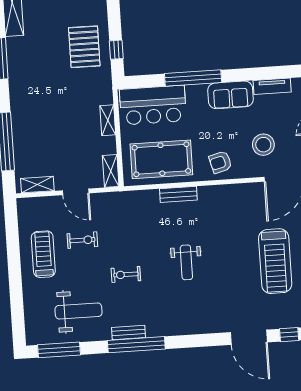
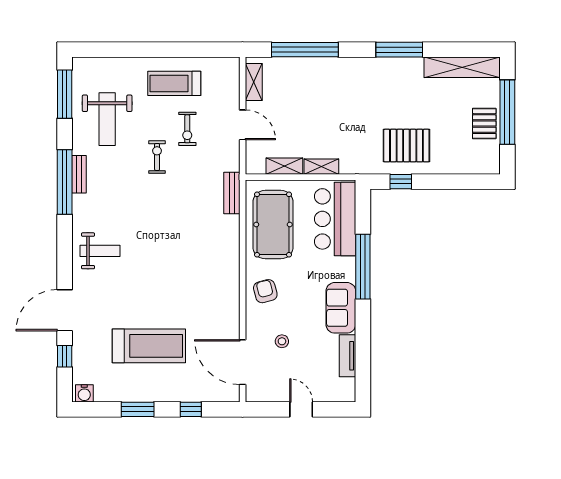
stool: (263, 145) -> (282, 341), width x0.53, depth x0.53
shelving: (111, 171) -> (284, 166), moved
door: (76, 192) -> (243, 125), swing flipped
bench: (178, 194) -> (232, 193), moved
treadmill: (43, 254) -> (174, 83), turned 180
treadmill: (275, 261) -> (149, 346), turned 180
weight bench: (186, 262) -> (100, 251), moved, turned 180
exercise bike: (126, 275) -> (157, 157), moved

